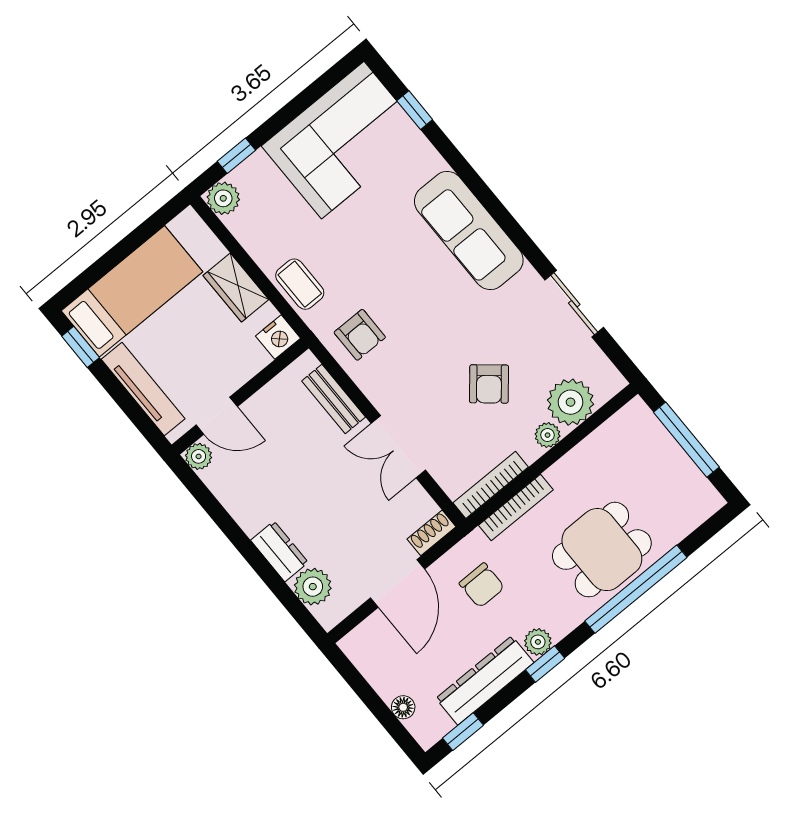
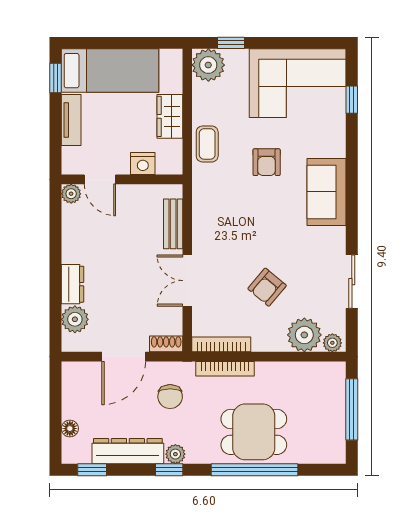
plant: (223, 198) -> (208, 65), width x1.36, depth x1.36
sofa: (469, 231) -> (326, 192), width x0.73
armchair: (360, 335) -> (267, 162), moved
nightstand: (278, 337) -> (143, 164), moved
tv unit: (143, 389) -> (71, 120), width x0.71
plant: (548, 435) -> (332, 343), moved

